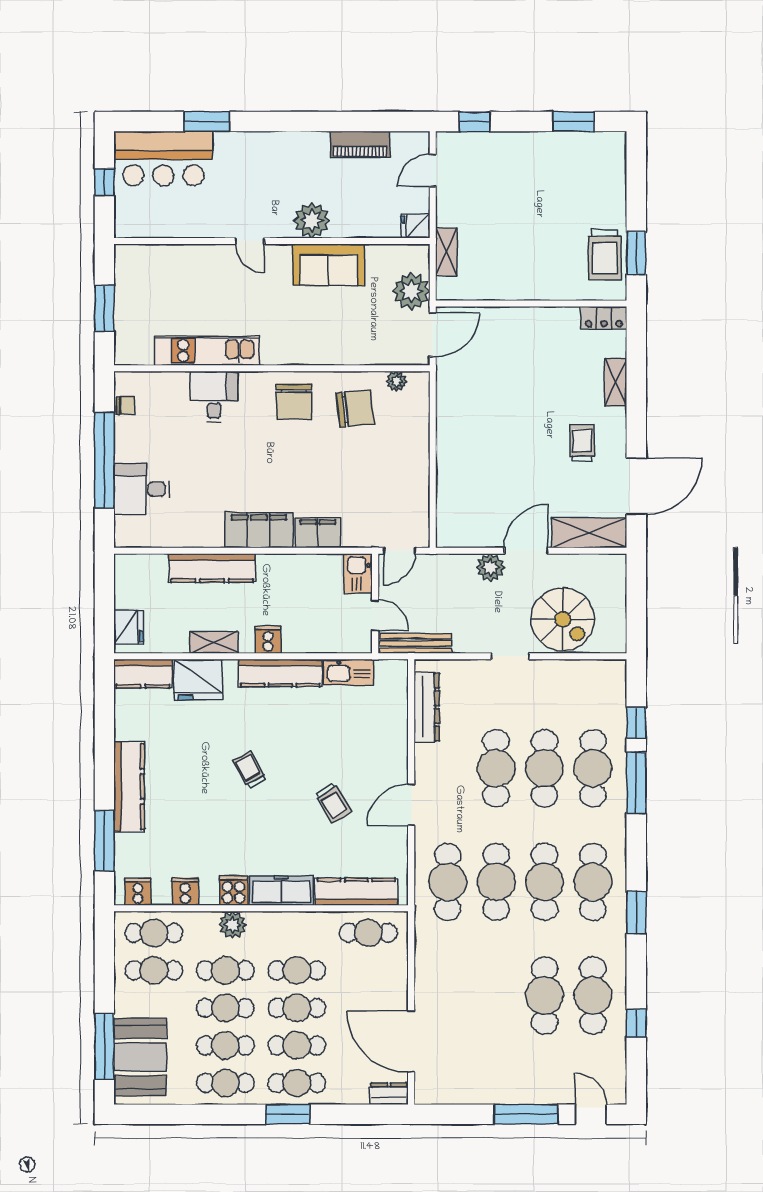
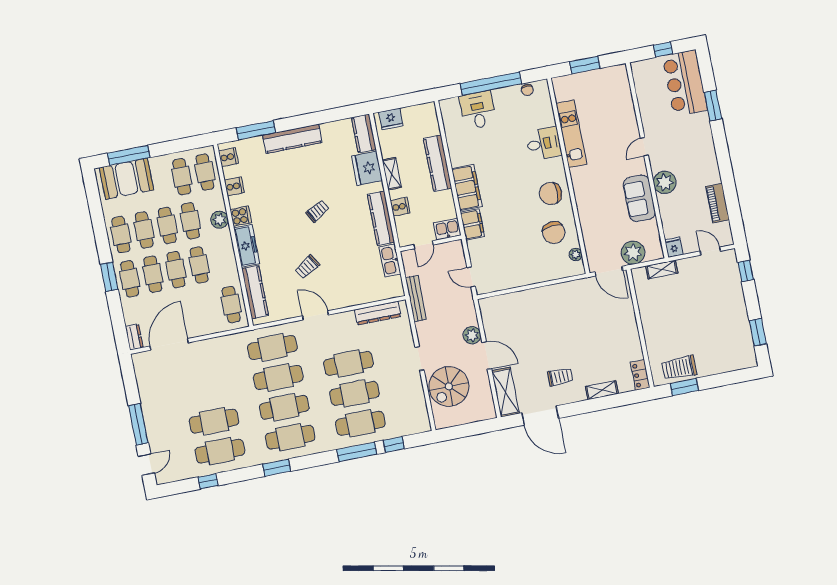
kitchen sink: (358, 573) -> (447, 229), moved
wall: (375, 603) -> (431, 243), moved
door: (375, 615) -> (423, 245), moved

